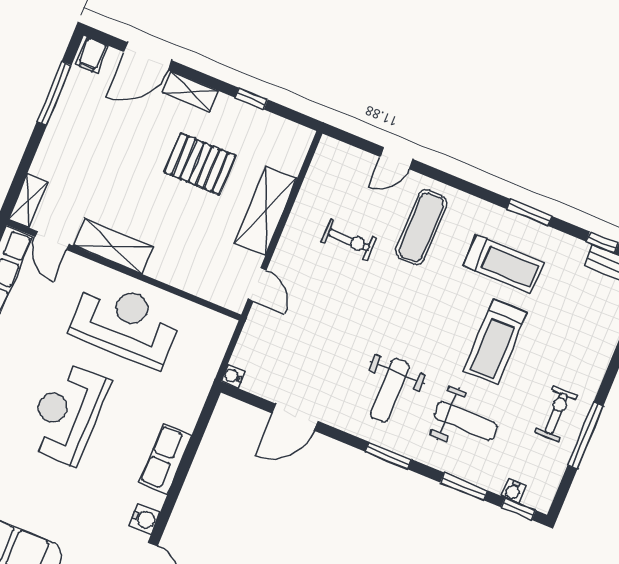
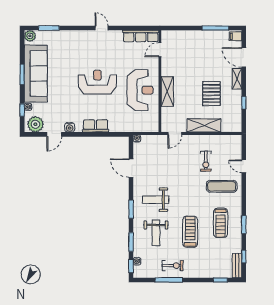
shelving: (28, 200) -> (171, 35), removed
shelving: (113, 246) -> (167, 91), moved
treadmill: (495, 342) -> (190, 232), turned 90

